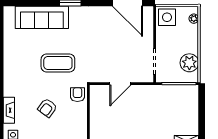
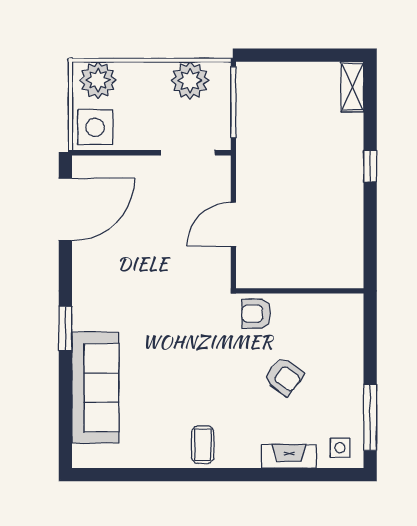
plant: (194, 19) -> (98, 80), width x1.88, depth x1.88
coffee table: (58, 63) -> (203, 445), moved, width x0.54, depth x0.58
door: (120, 84) -> (233, 224), swing flipped

